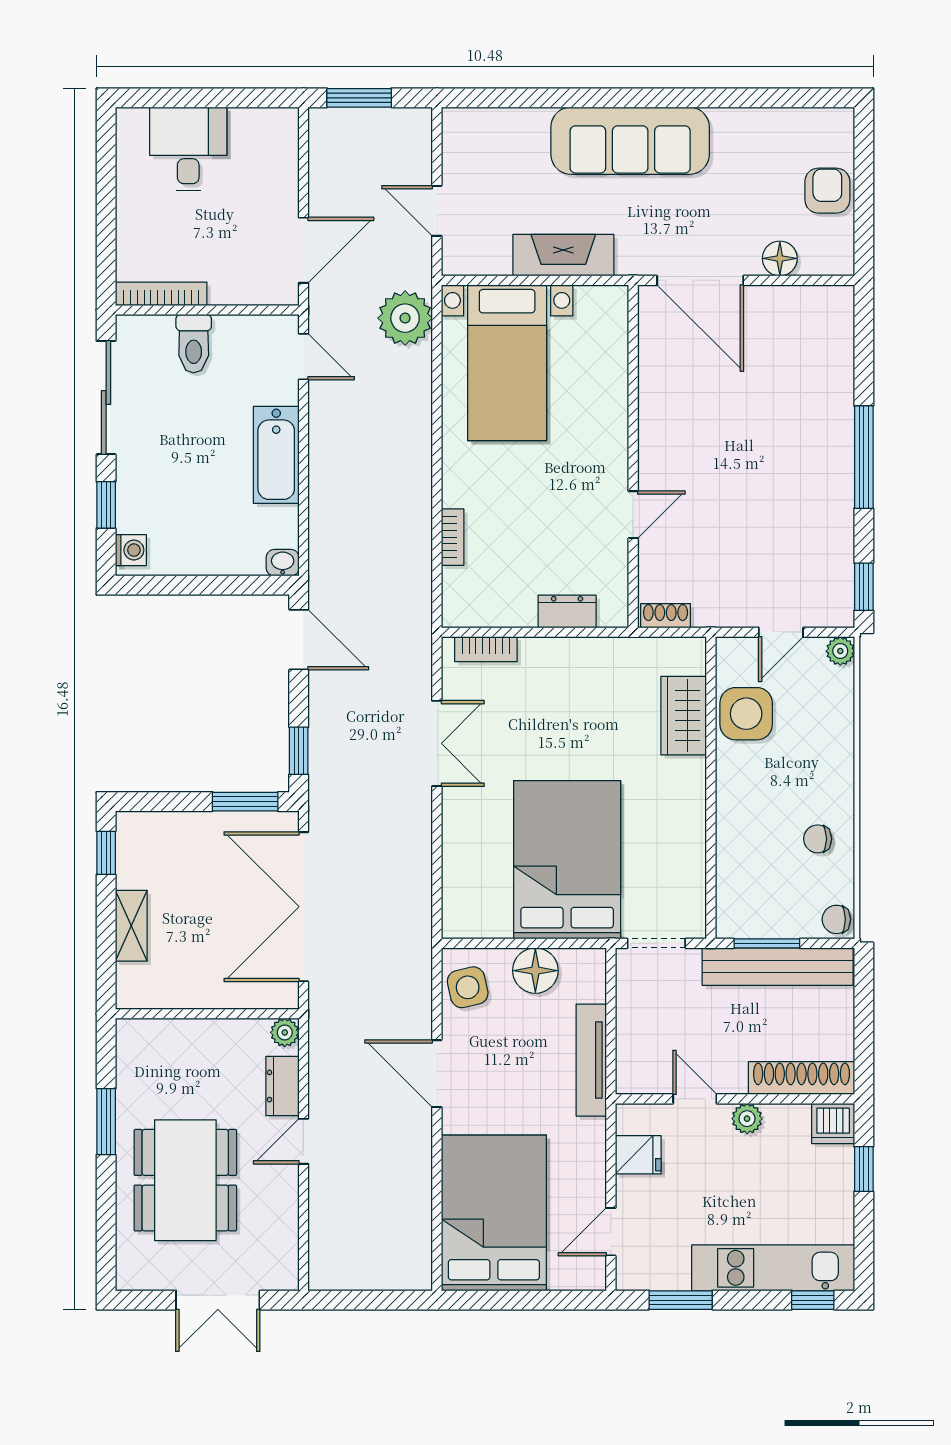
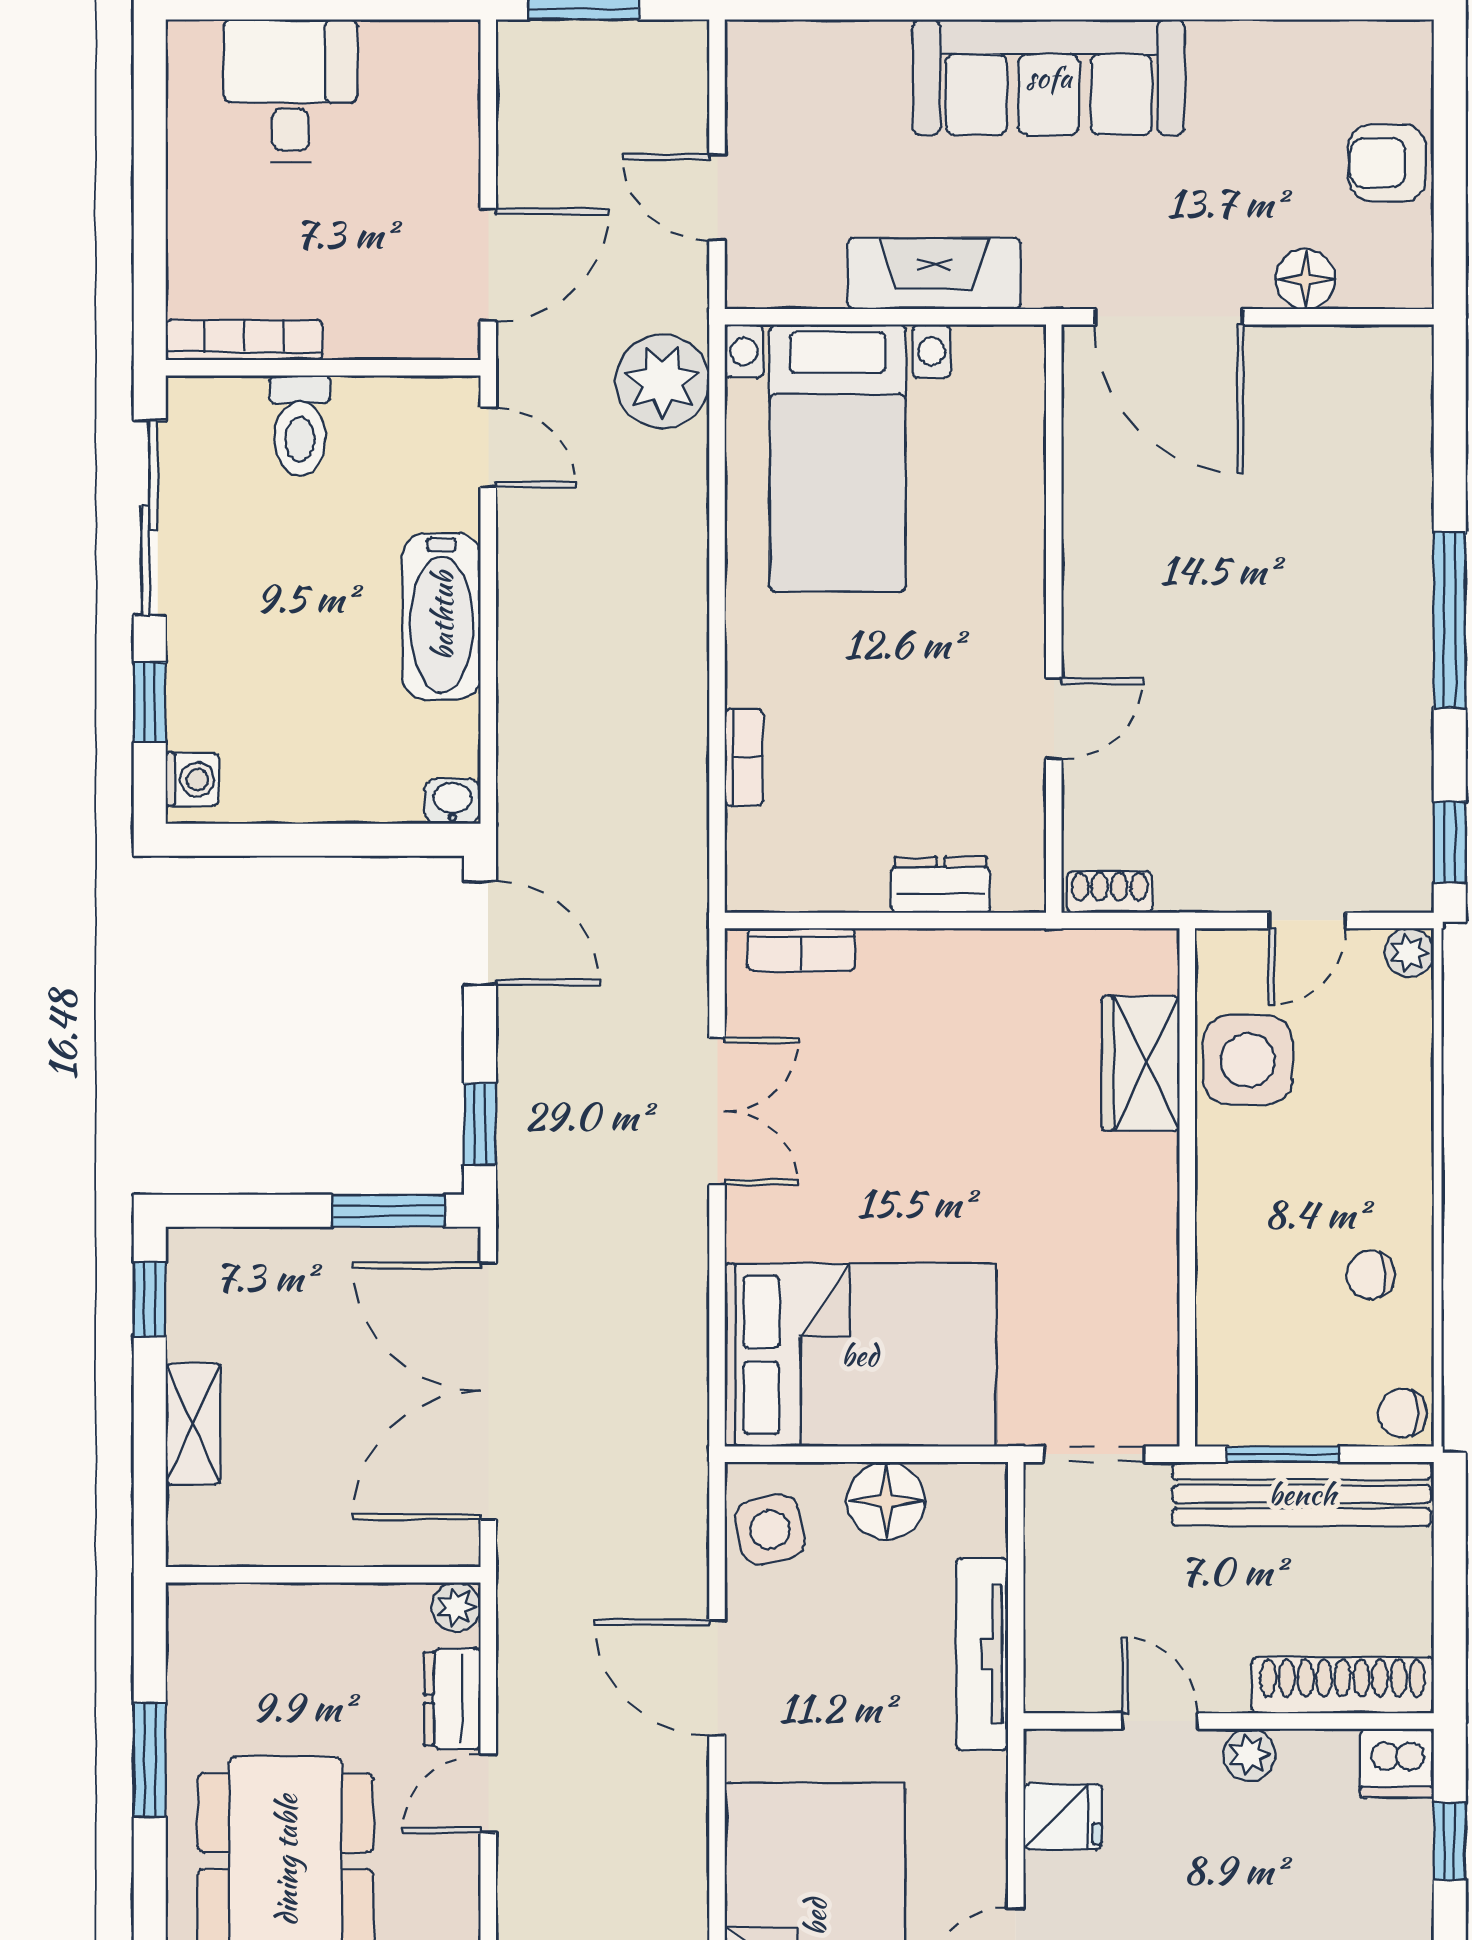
armchair: (827, 191) -> (1387, 163), turned -90
bed: (567, 860) -> (860, 1355), moved, turned 90

